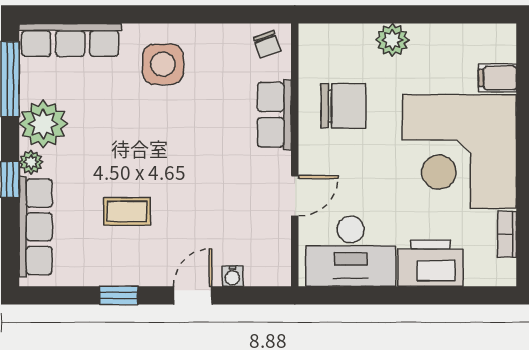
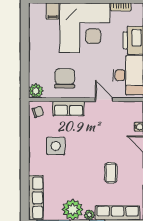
plant: (392, 40) -> (36, 91), moved
side table: (163, 64) -> (56, 146), moved

